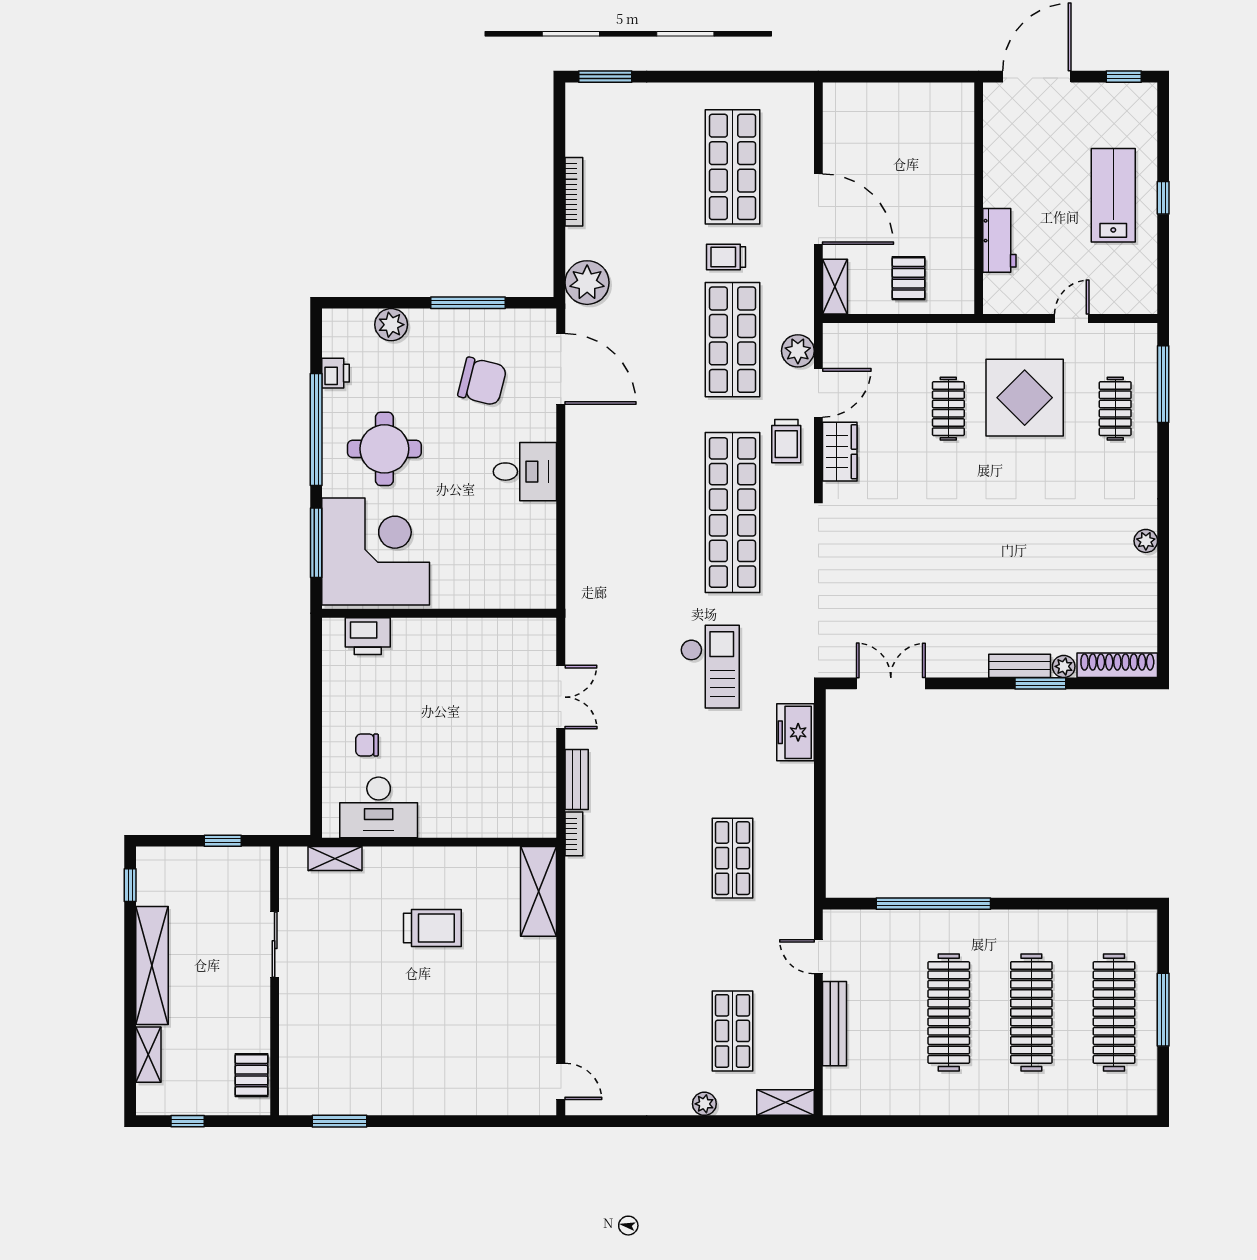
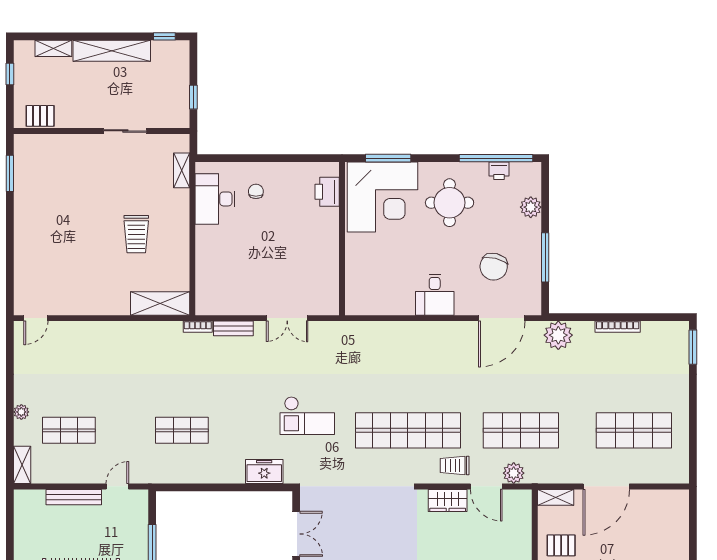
trolley: (726, 257) -> (575, 426), removed
window: (316, 430) -> (496, 158), moved

